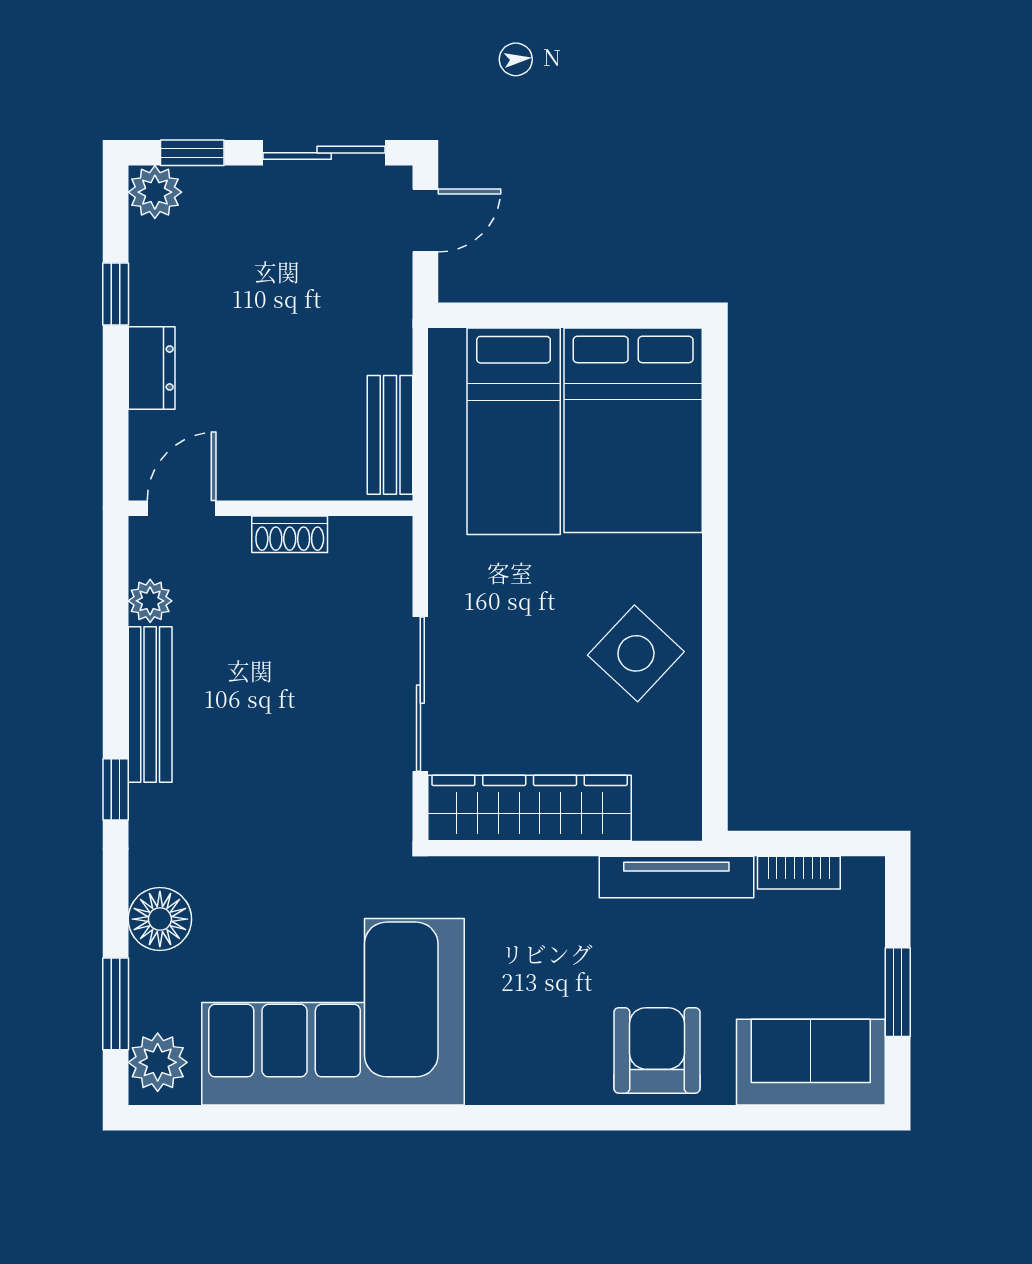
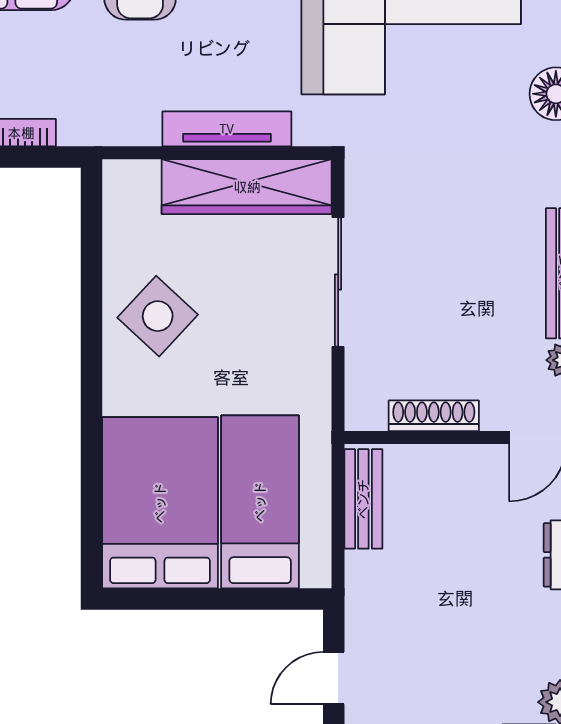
shoe rack: (290, 534) -> (434, 416), width x1.43
tv unit: (676, 877) -> (227, 129), moved

